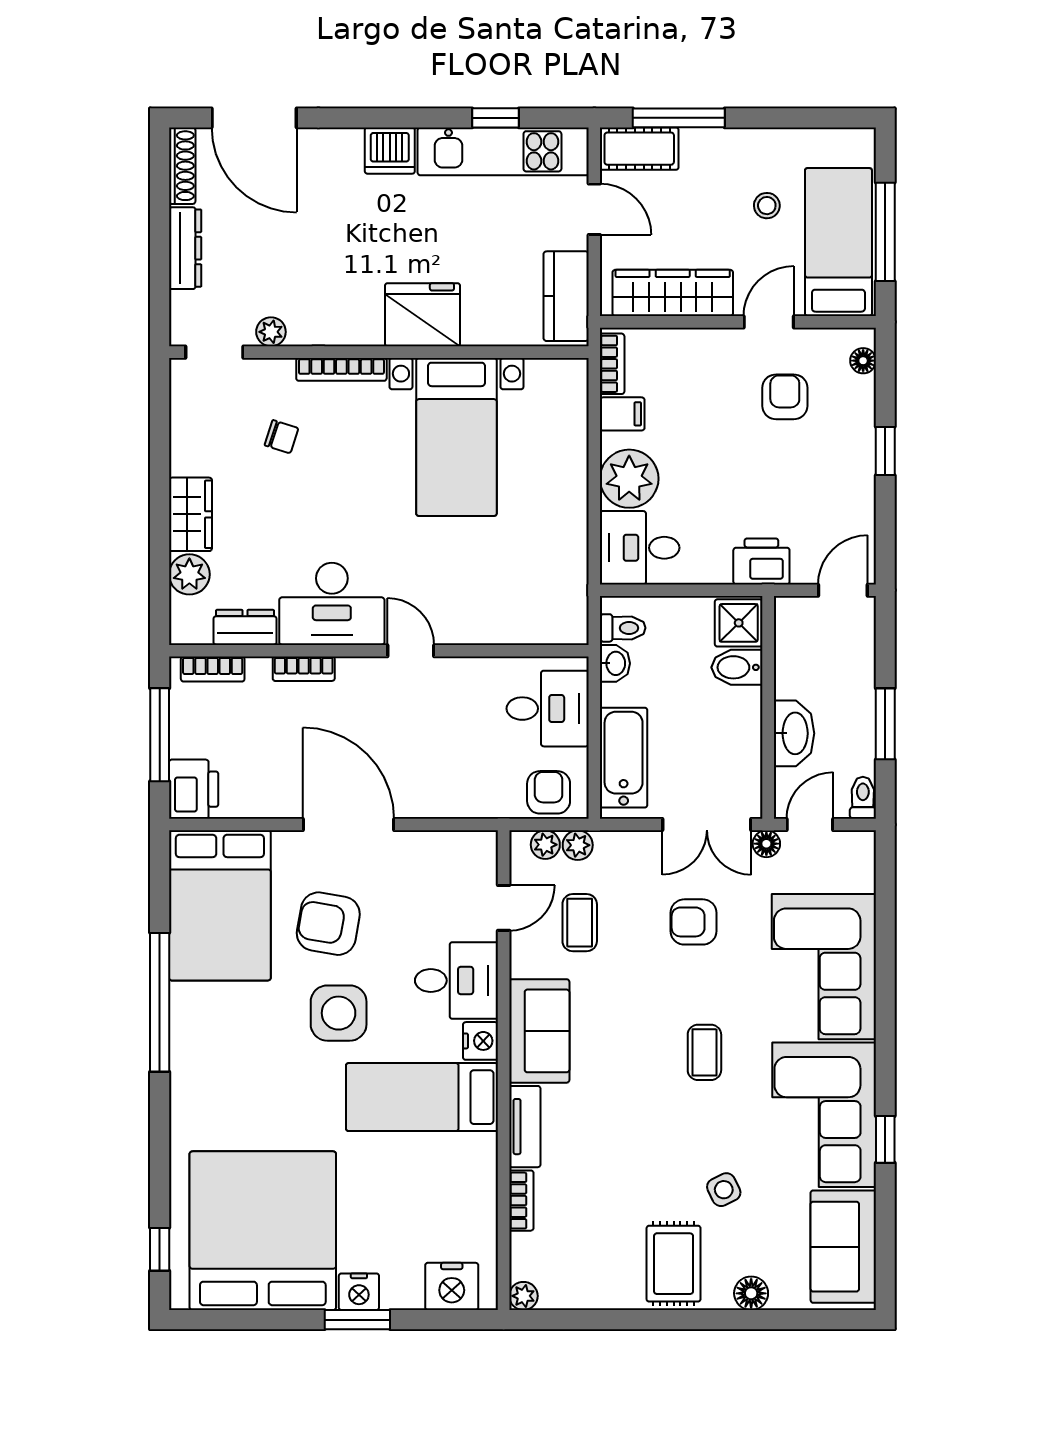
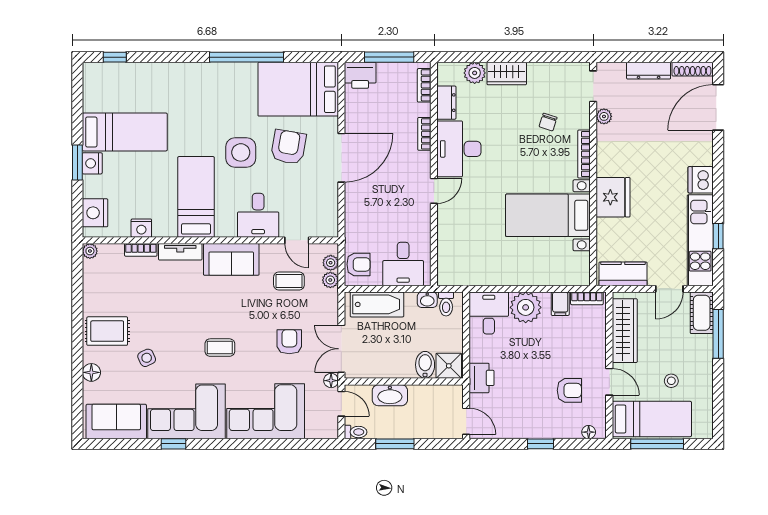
nightstand: (480, 1041) -> (141, 228), moved
bed: (263, 1231) -> (125, 132), width x0.49

